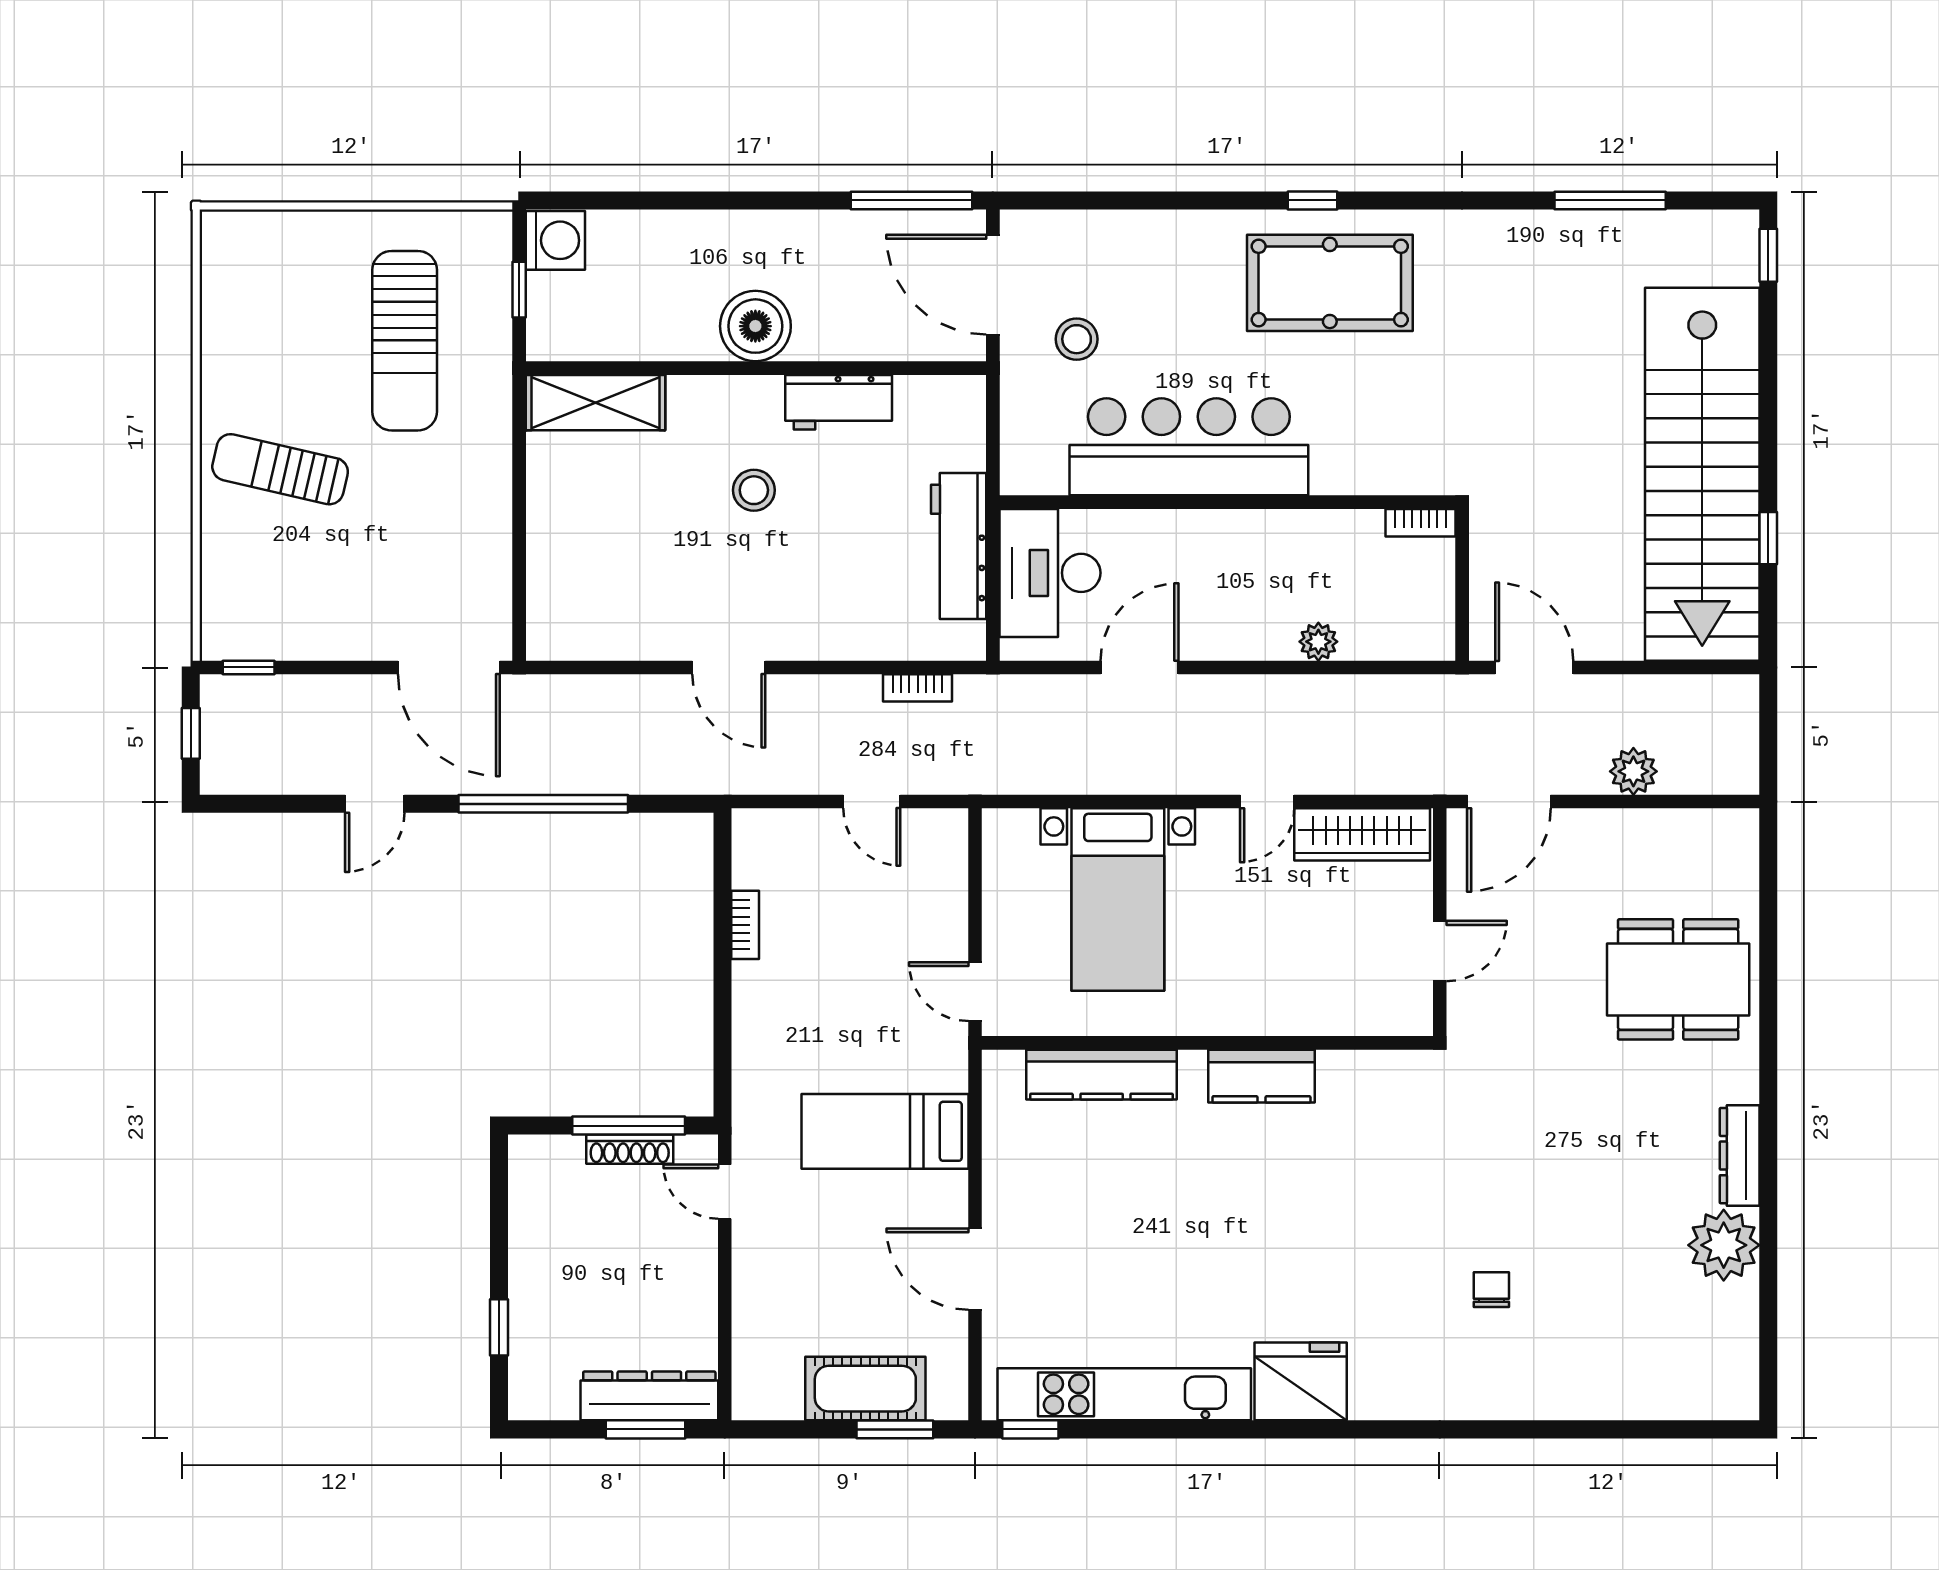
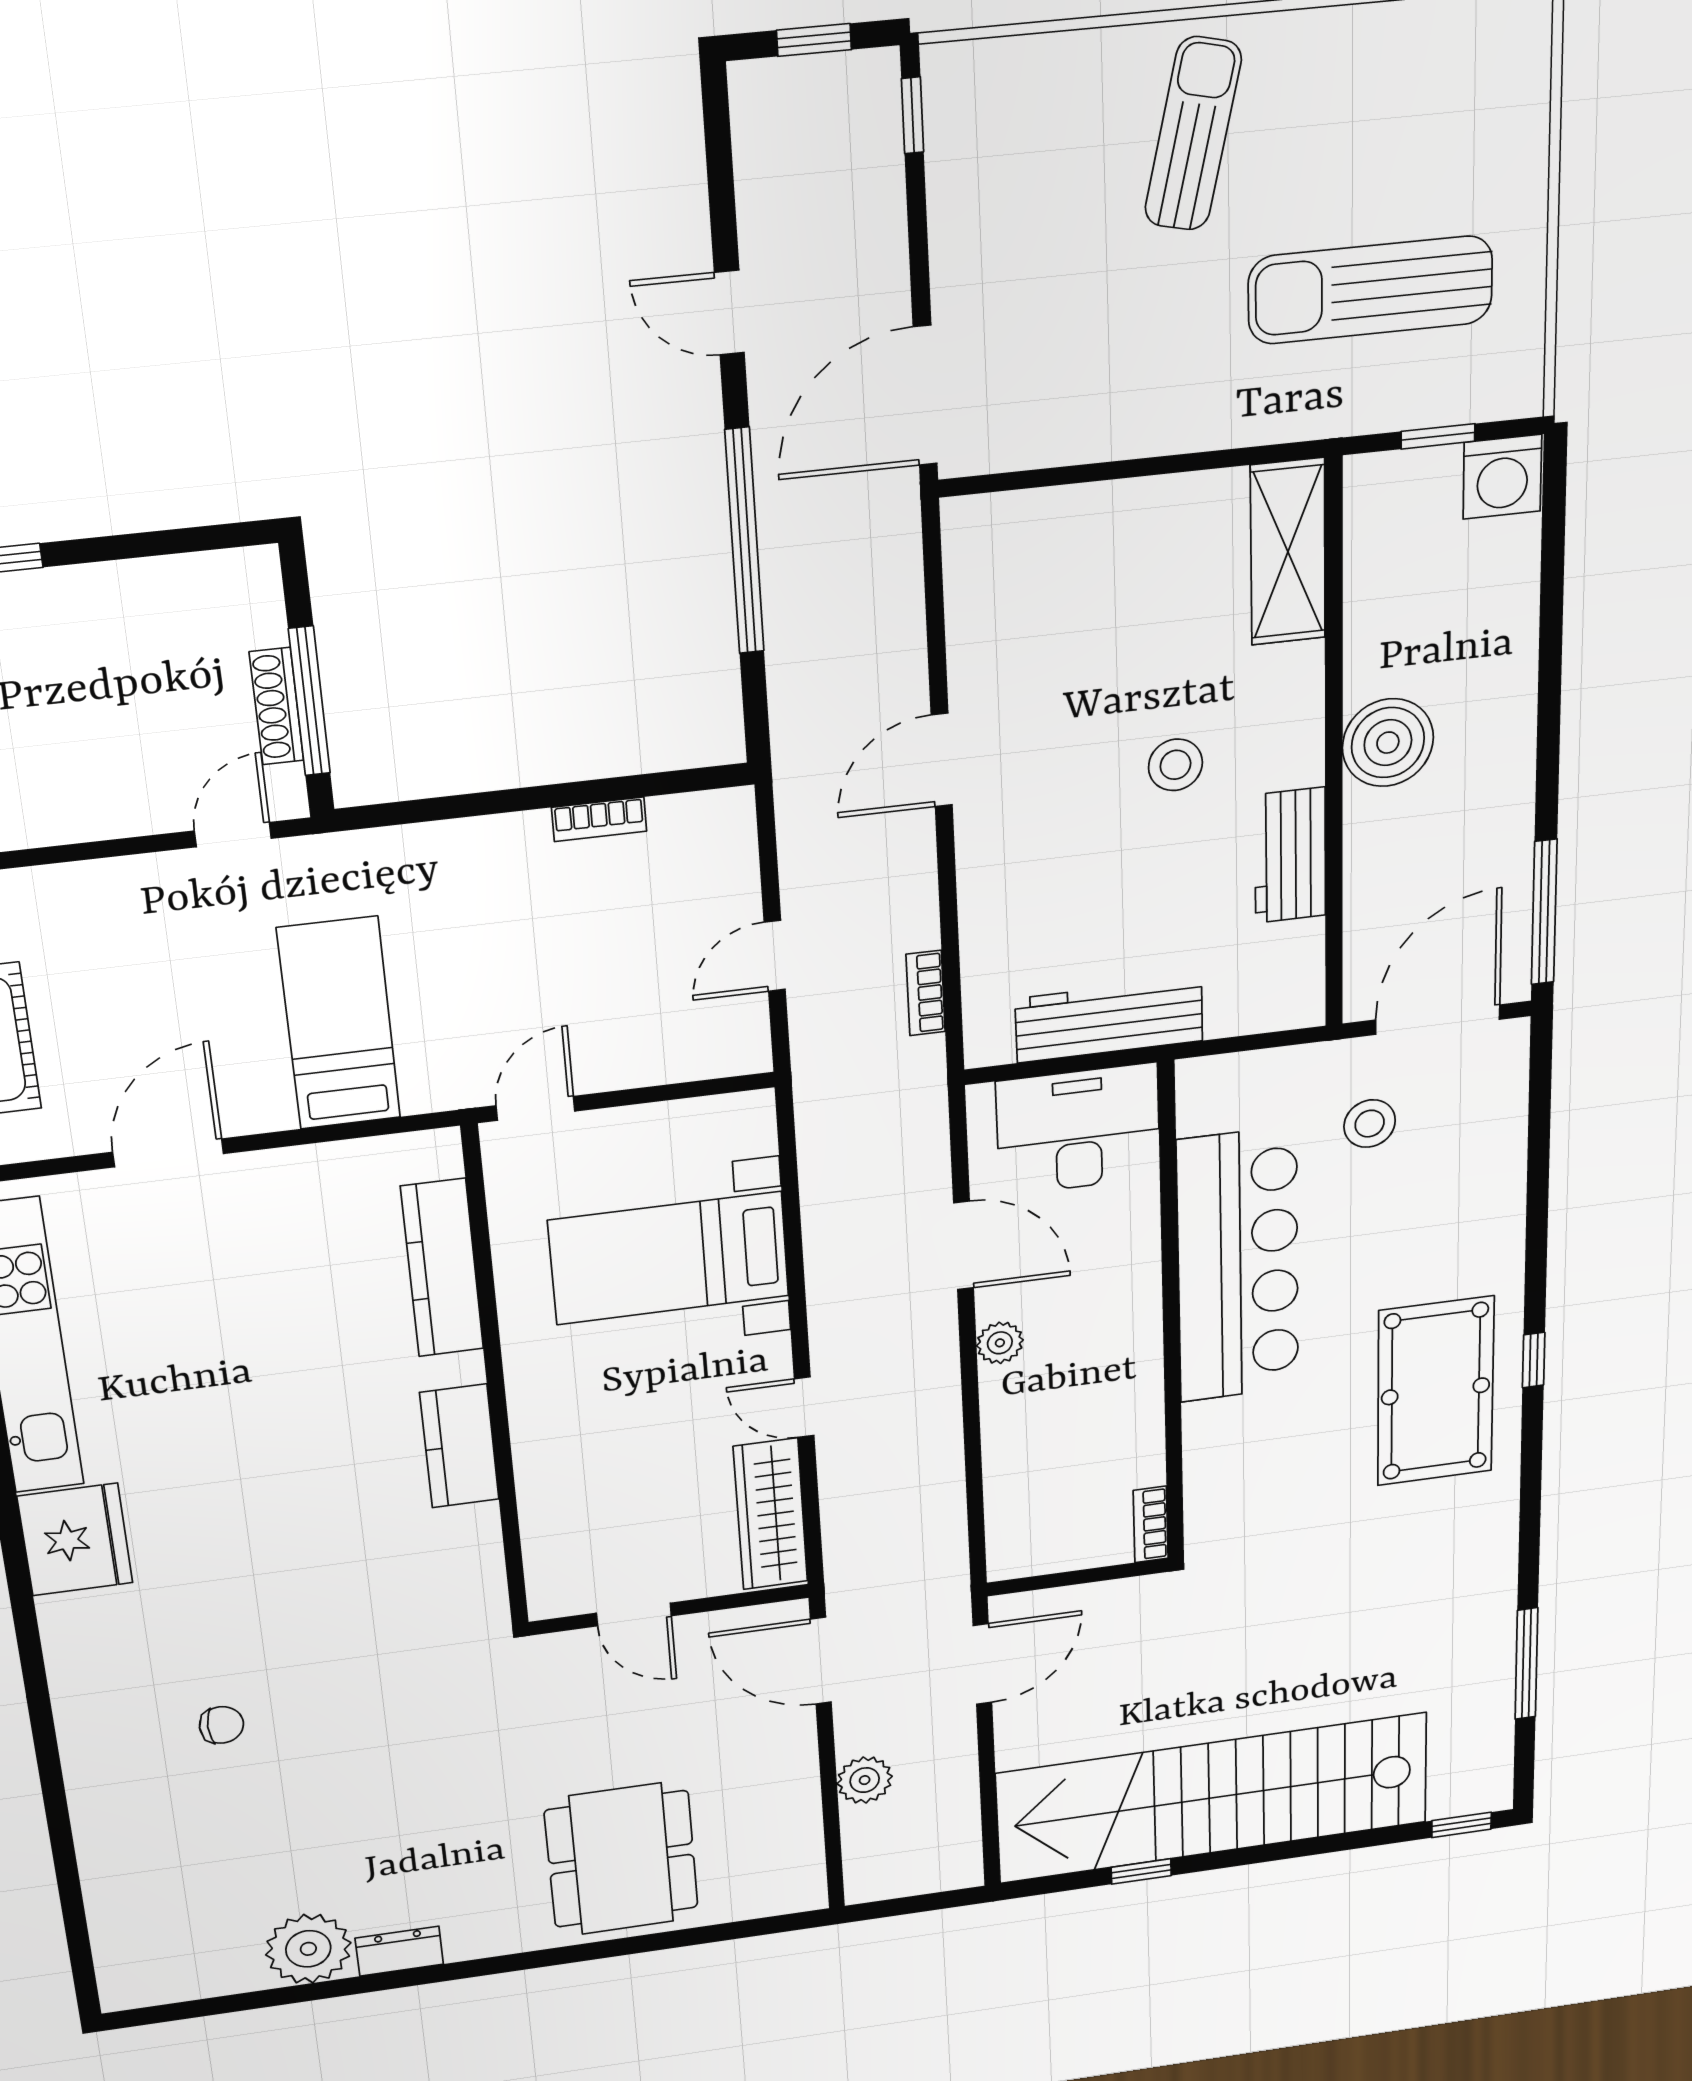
plant: (1318, 642) -> (1000, 1343), moved
dresser: (1740, 1156) -> (399, 1951), width x0.70

